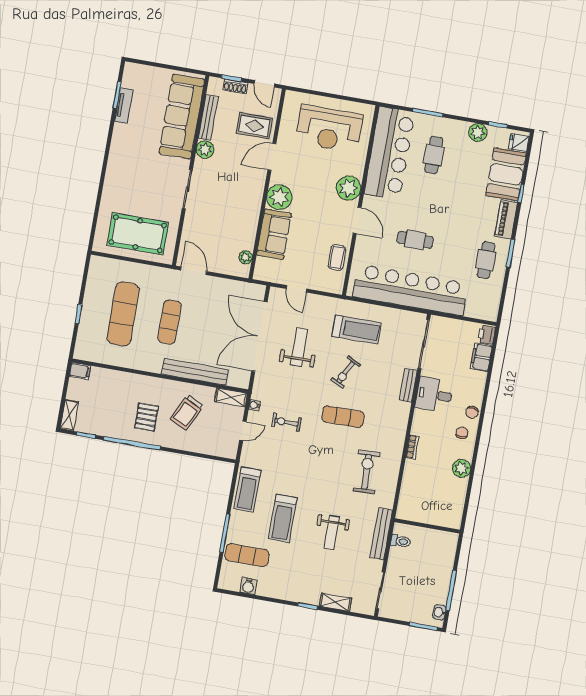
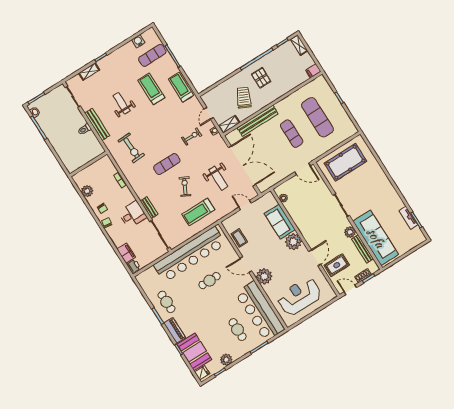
wall: (427, 526) -> (88, 164), moved

